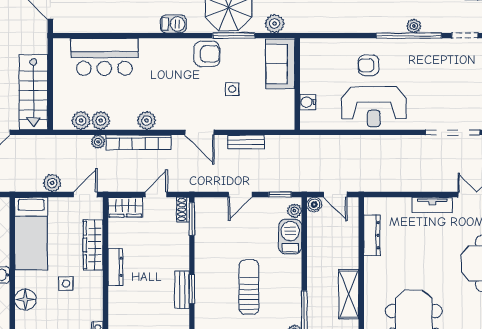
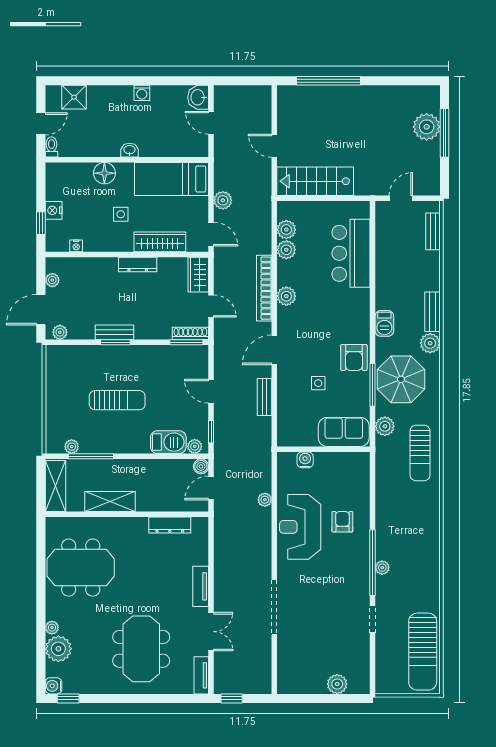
plant: (98, 142) -> (265, 500), moved
shoe rack: (183, 210) -> (190, 333), width x1.43

